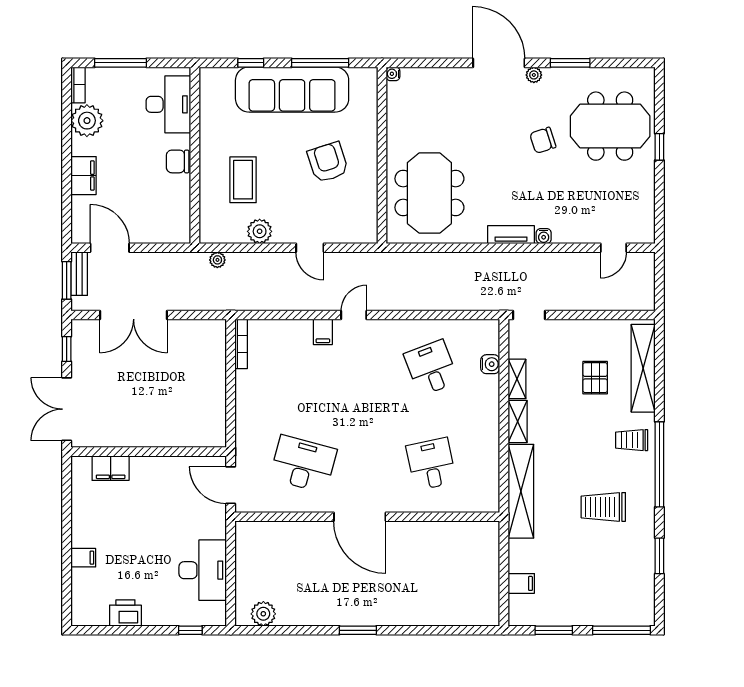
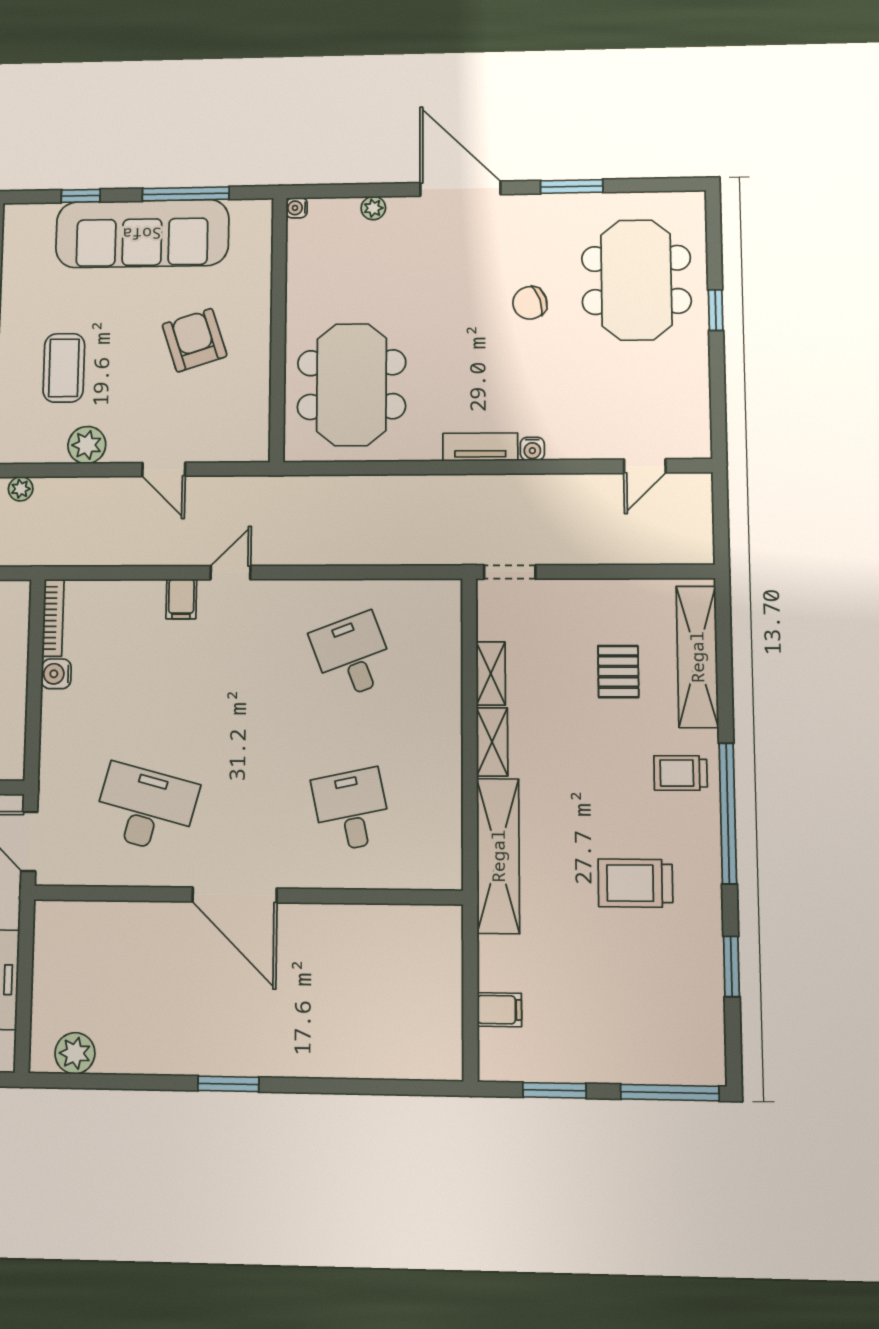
plant: (534, 75) -> (373, 208), moved
meeting table: (610, 126) -> (636, 280), turned 90
water cooler: (490, 364) -> (56, 674), moved, turned 180

